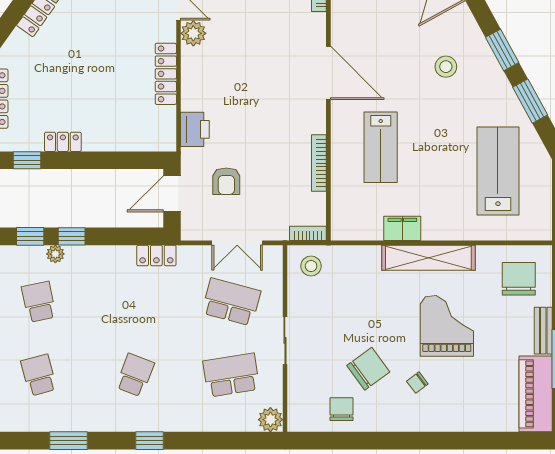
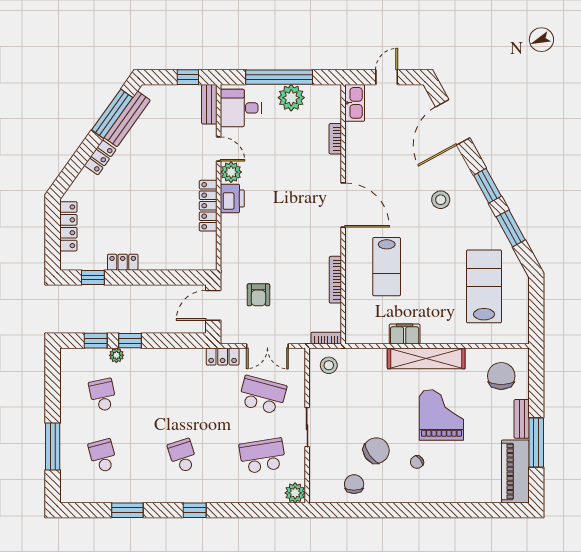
printer: (195, 129) -> (232, 198), moved
locker: (156, 255) -> (223, 357), moved
school desk: (135, 375) -> (183, 456), turned -39

